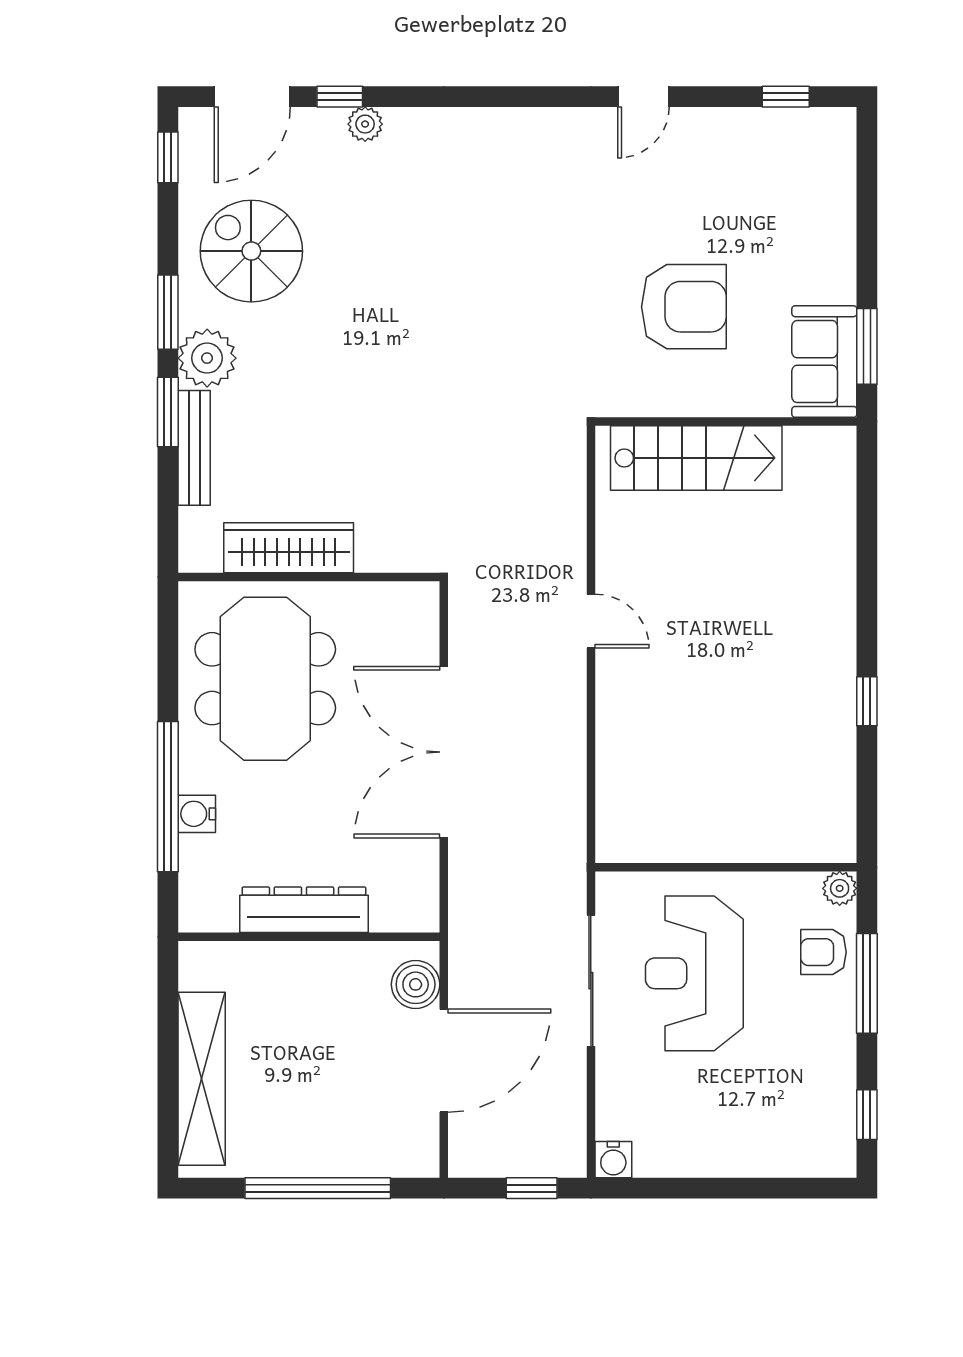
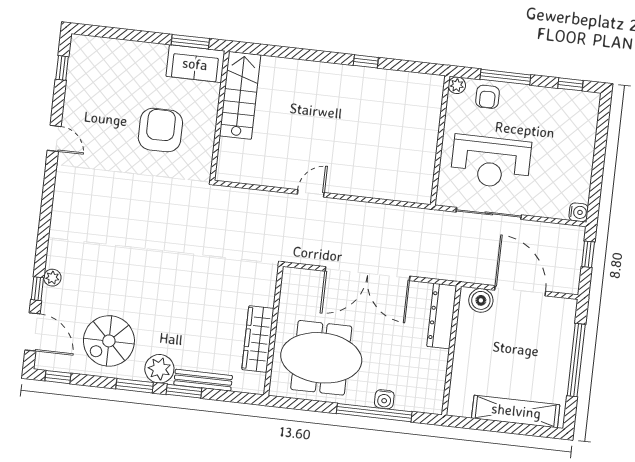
stairs: (696, 458) -> (240, 95), moved
dresser: (304, 910) -> (442, 316), moved

